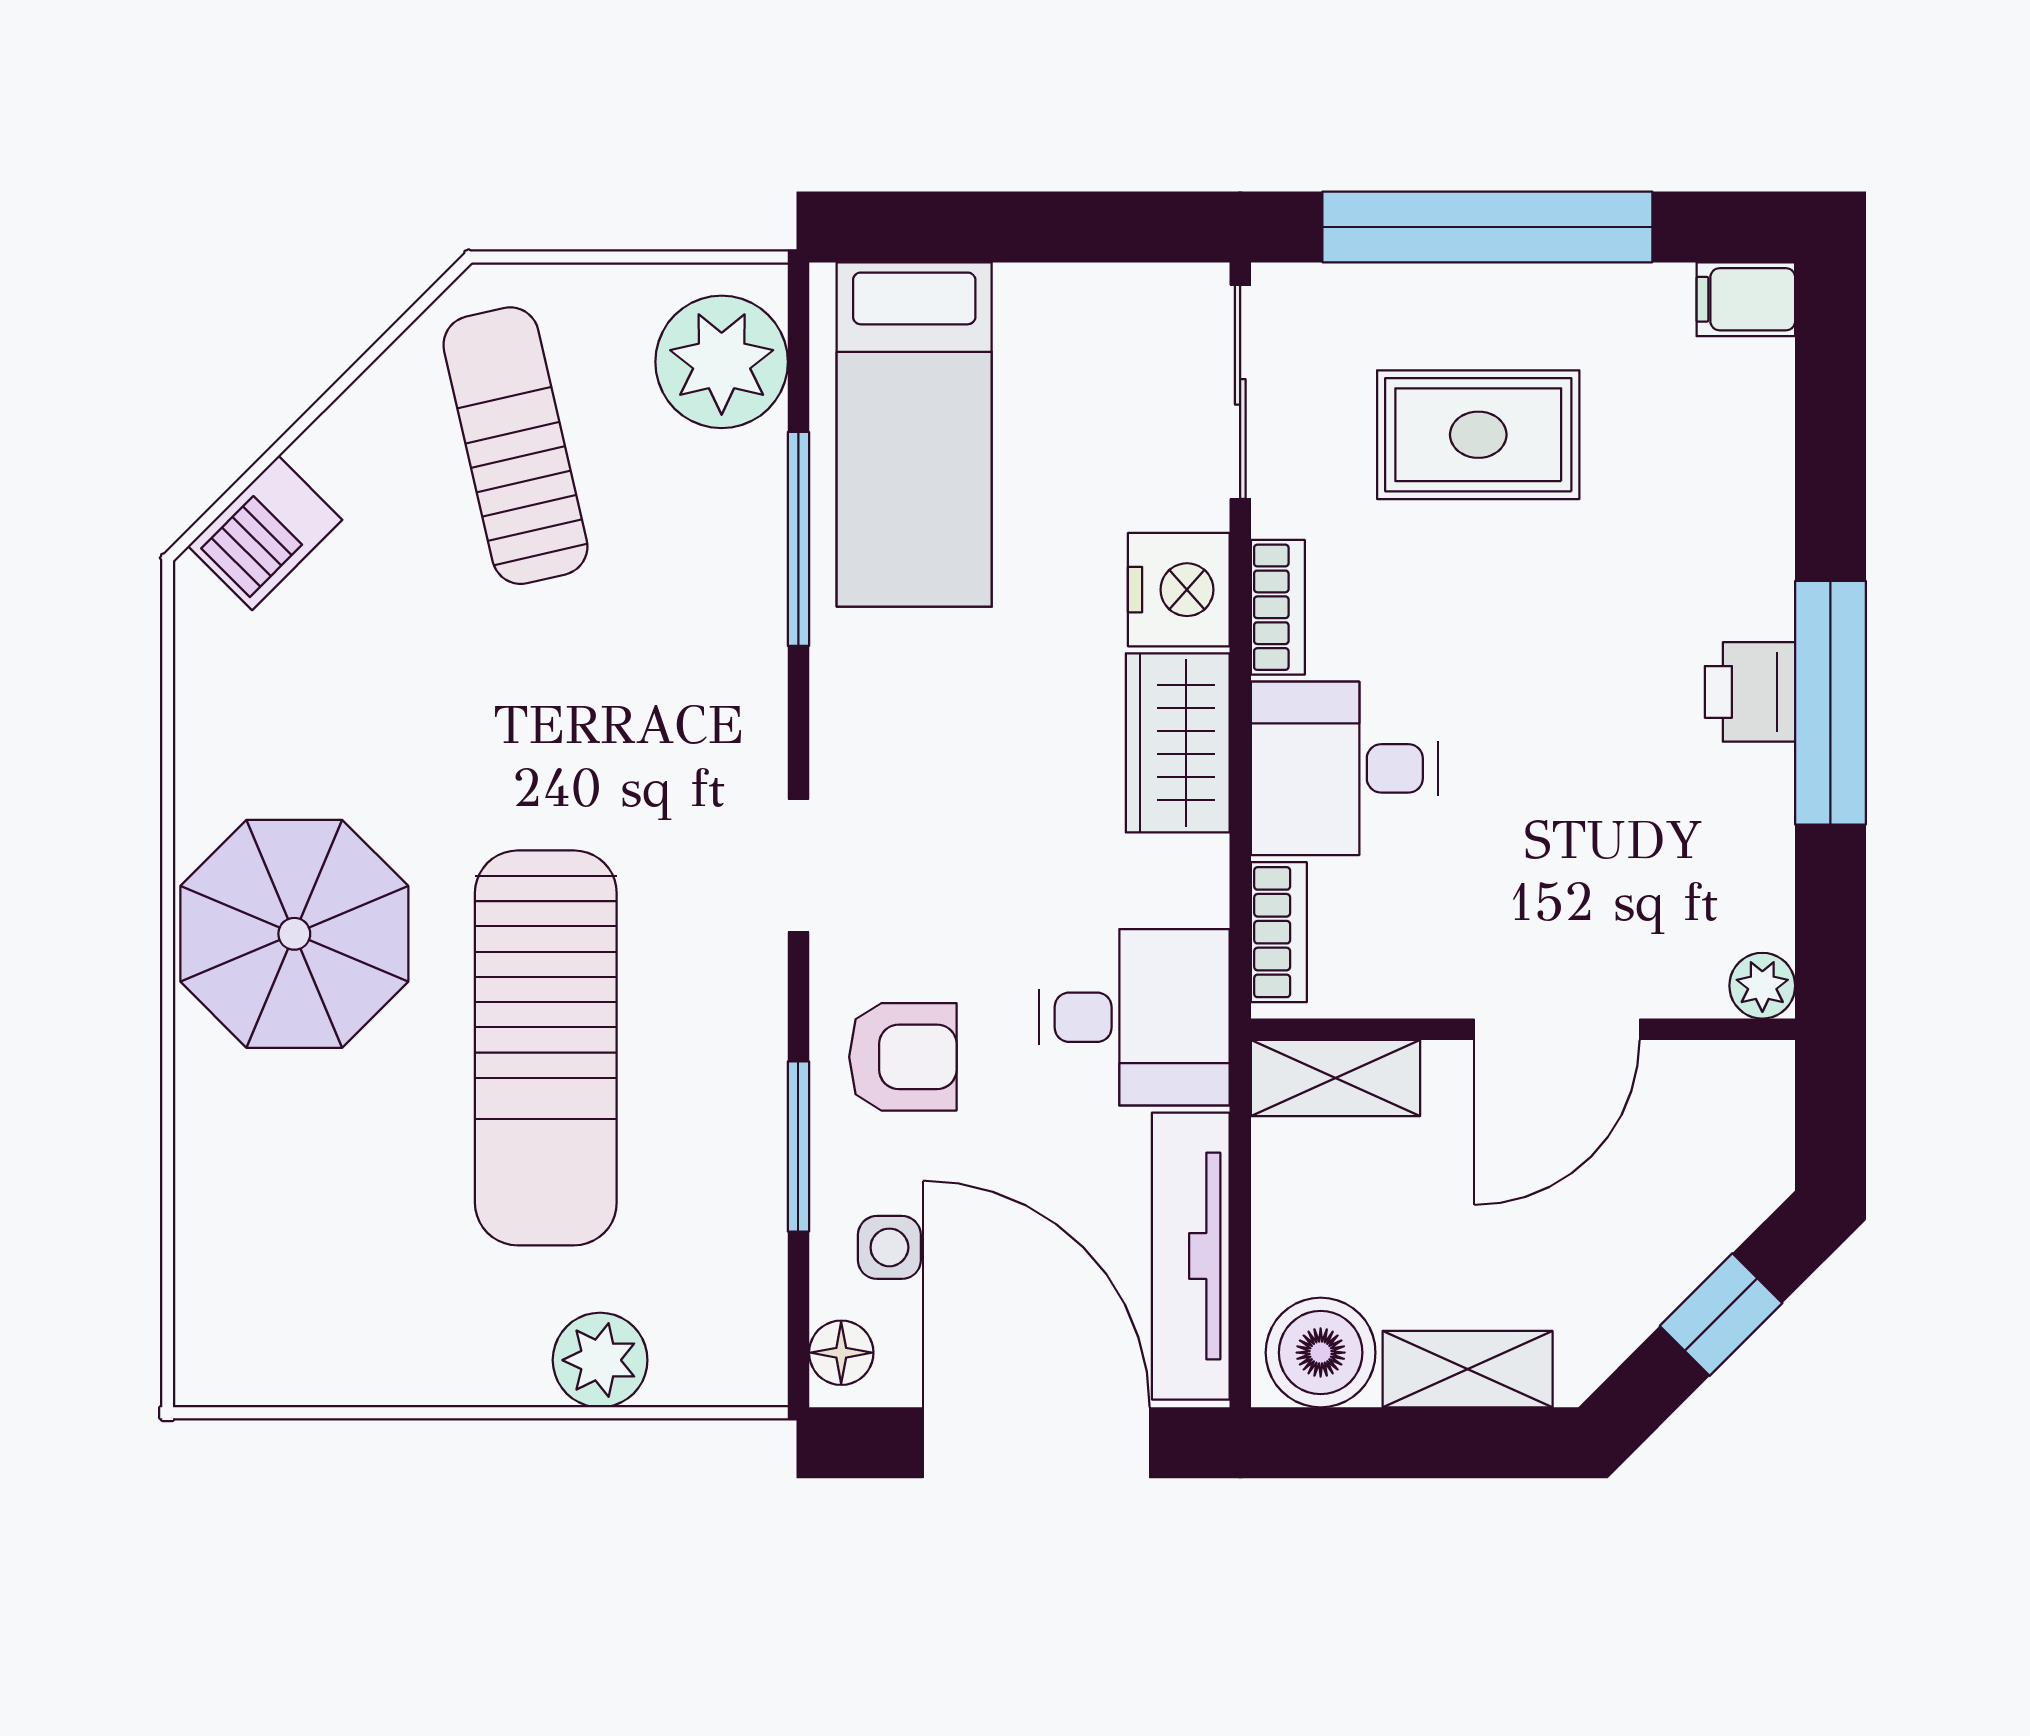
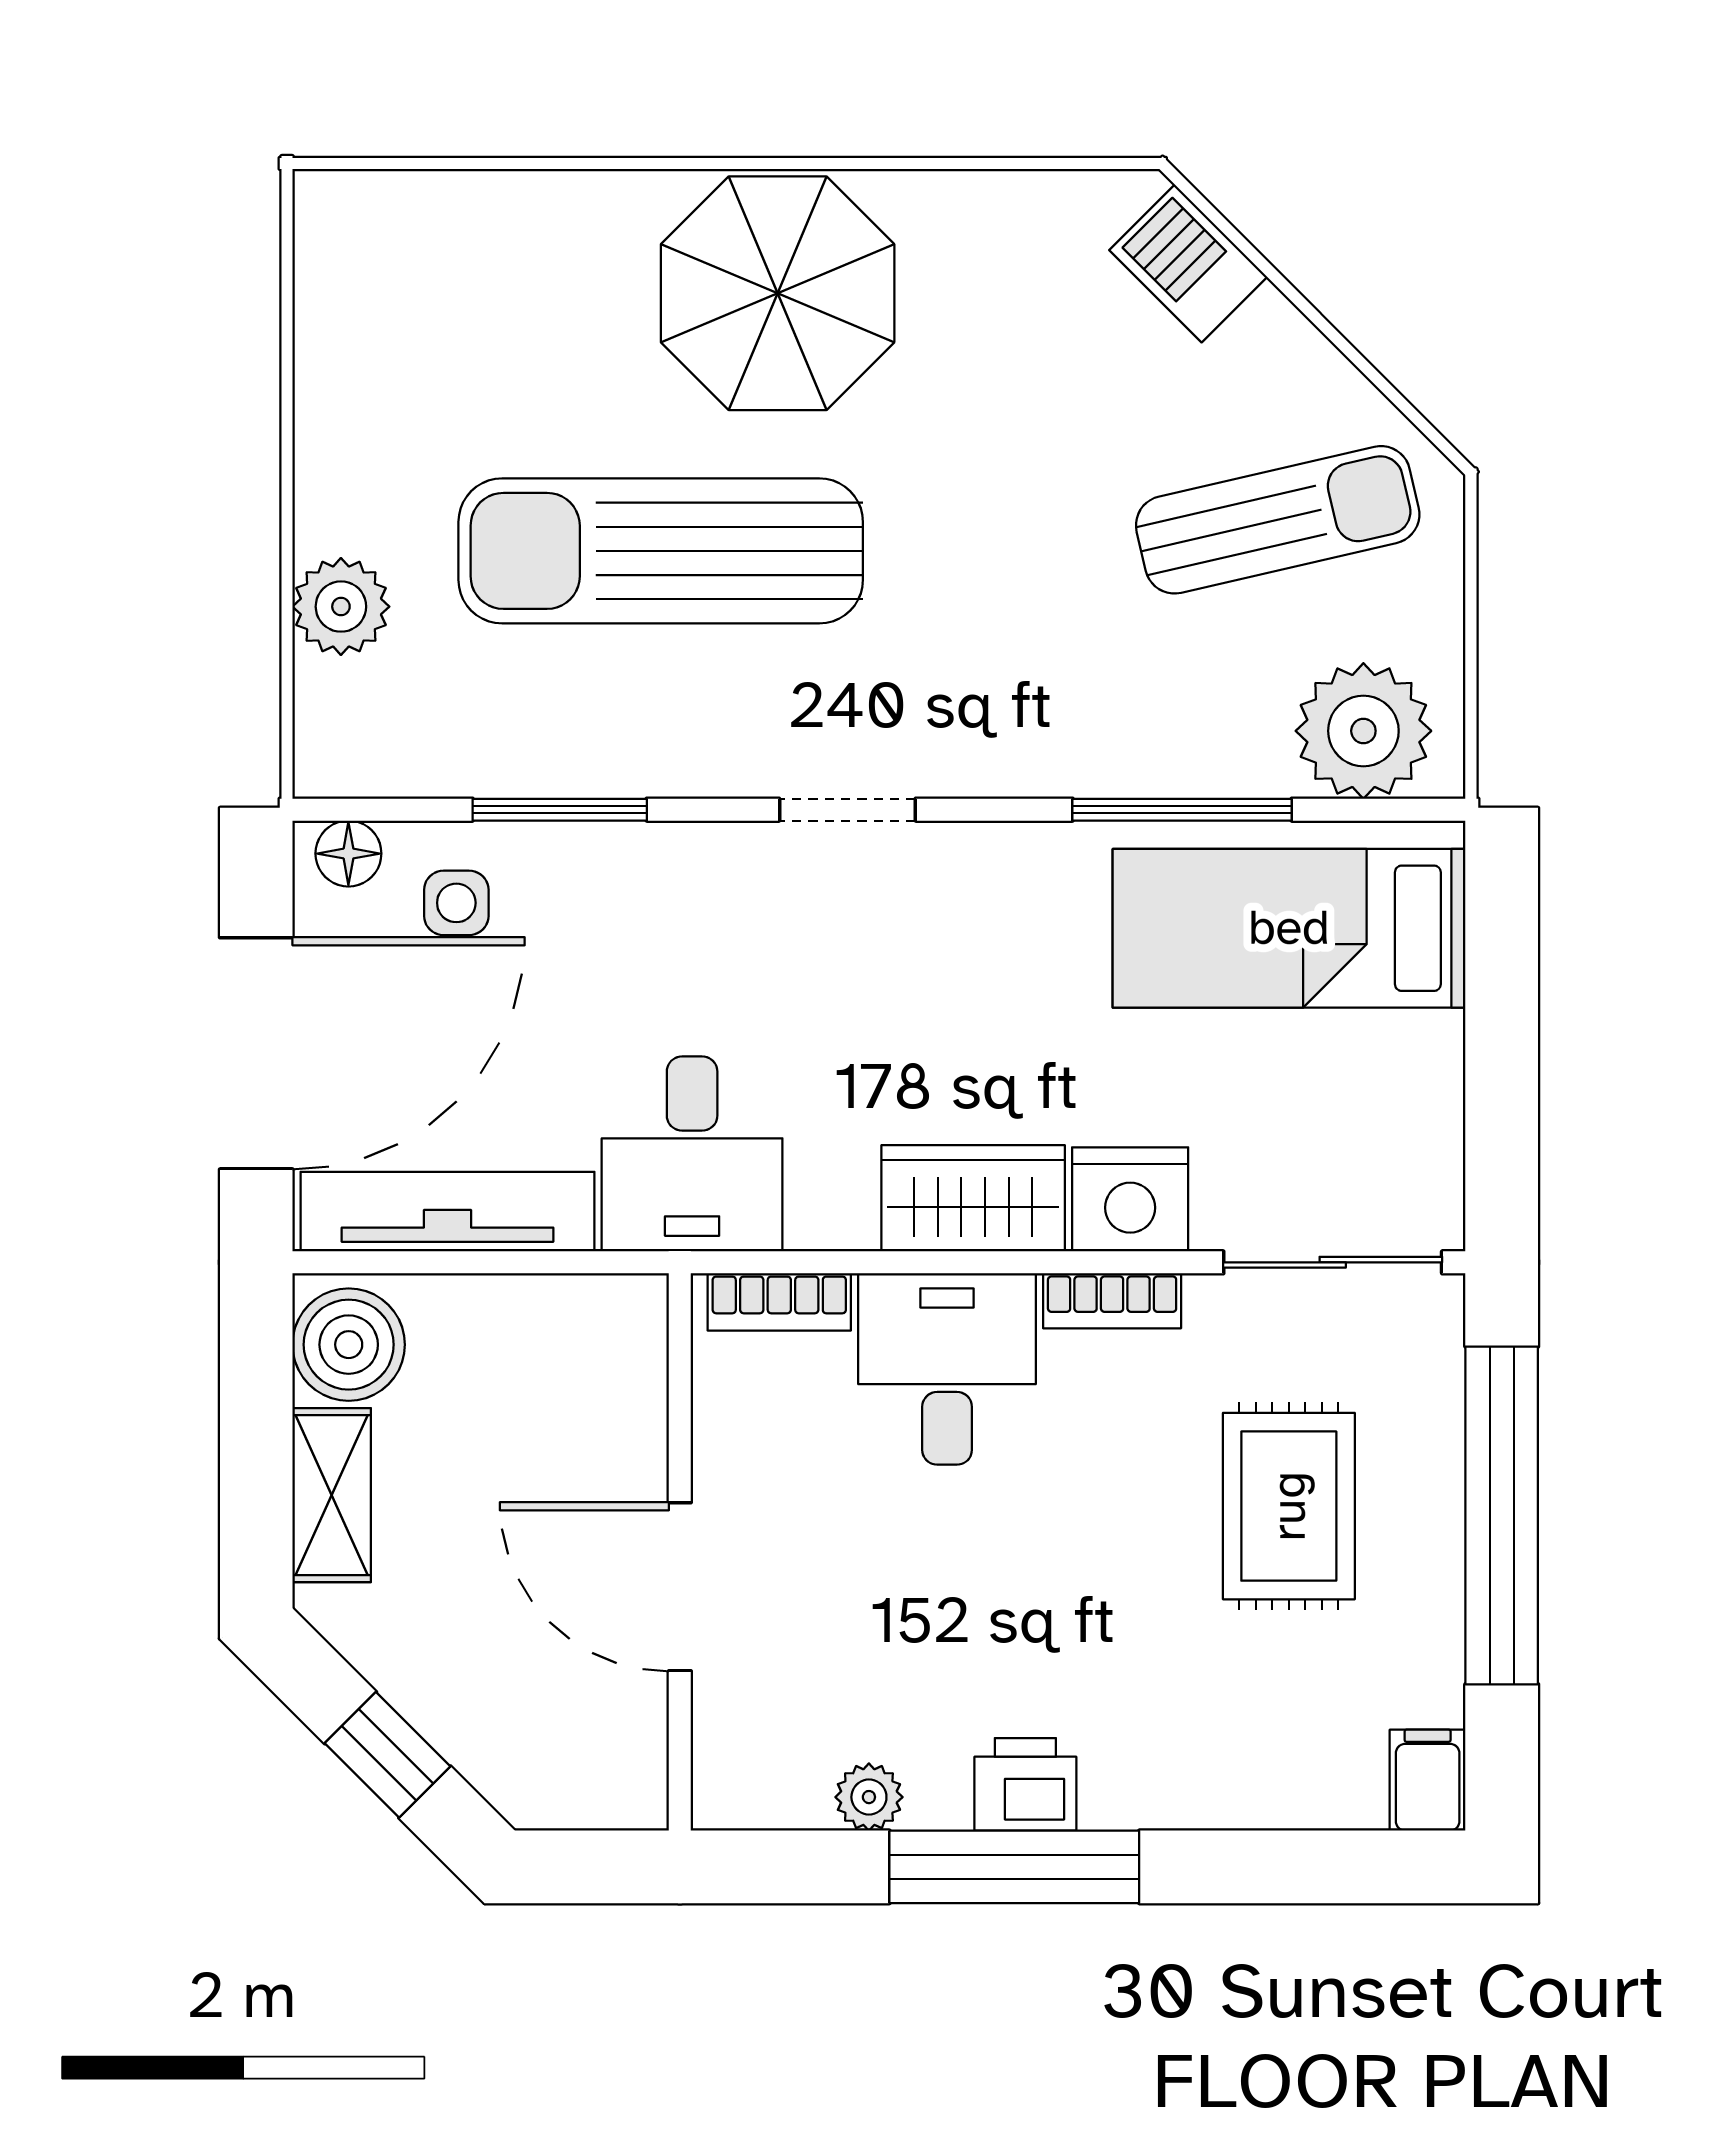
plant: (1762, 986) -> (869, 1797), moved
armchair: (903, 1057) -> (652, 917), removed
shelving: (1336, 1078) -> (630, 1360), removed

